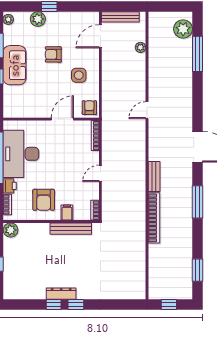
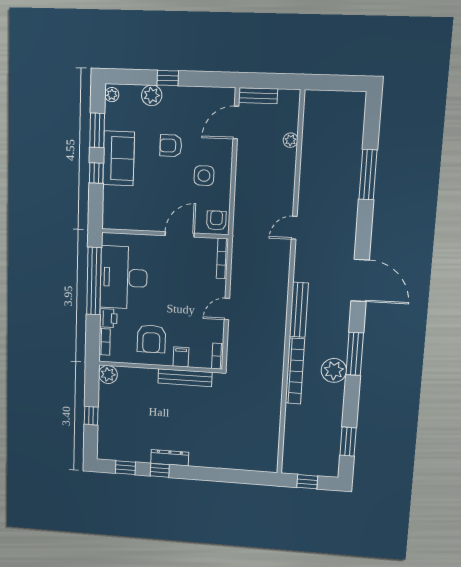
bench: (120, 17) -> (258, 96), width x0.73
plant: (183, 29) -> (334, 370), moved
window: (197, 54) -> (368, 175), moved
bench: (154, 176) -> (299, 310), width x1.36
window: (76, 304) -> (125, 468), moved

